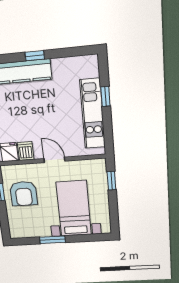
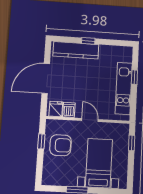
armchair: (24, 194) -> (60, 145), turned -90

